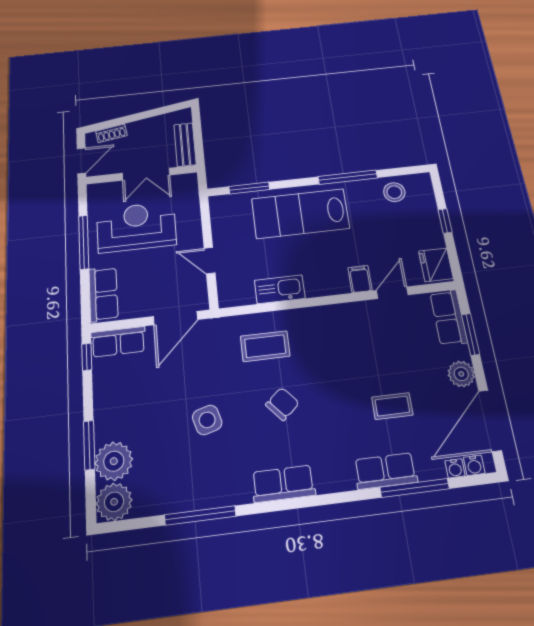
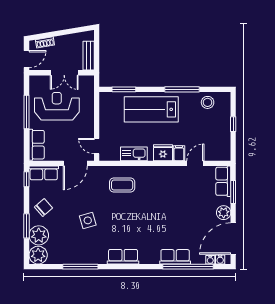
door: (210, 261) -> (97, 146), moved
fridge: (436, 265) -> (163, 153), moved, turned 90
chair: (282, 404) -> (43, 207), moved
coffee table: (392, 406) -> (184, 225), removed
window: (415, 488) -> (188, 267), width x1.46

